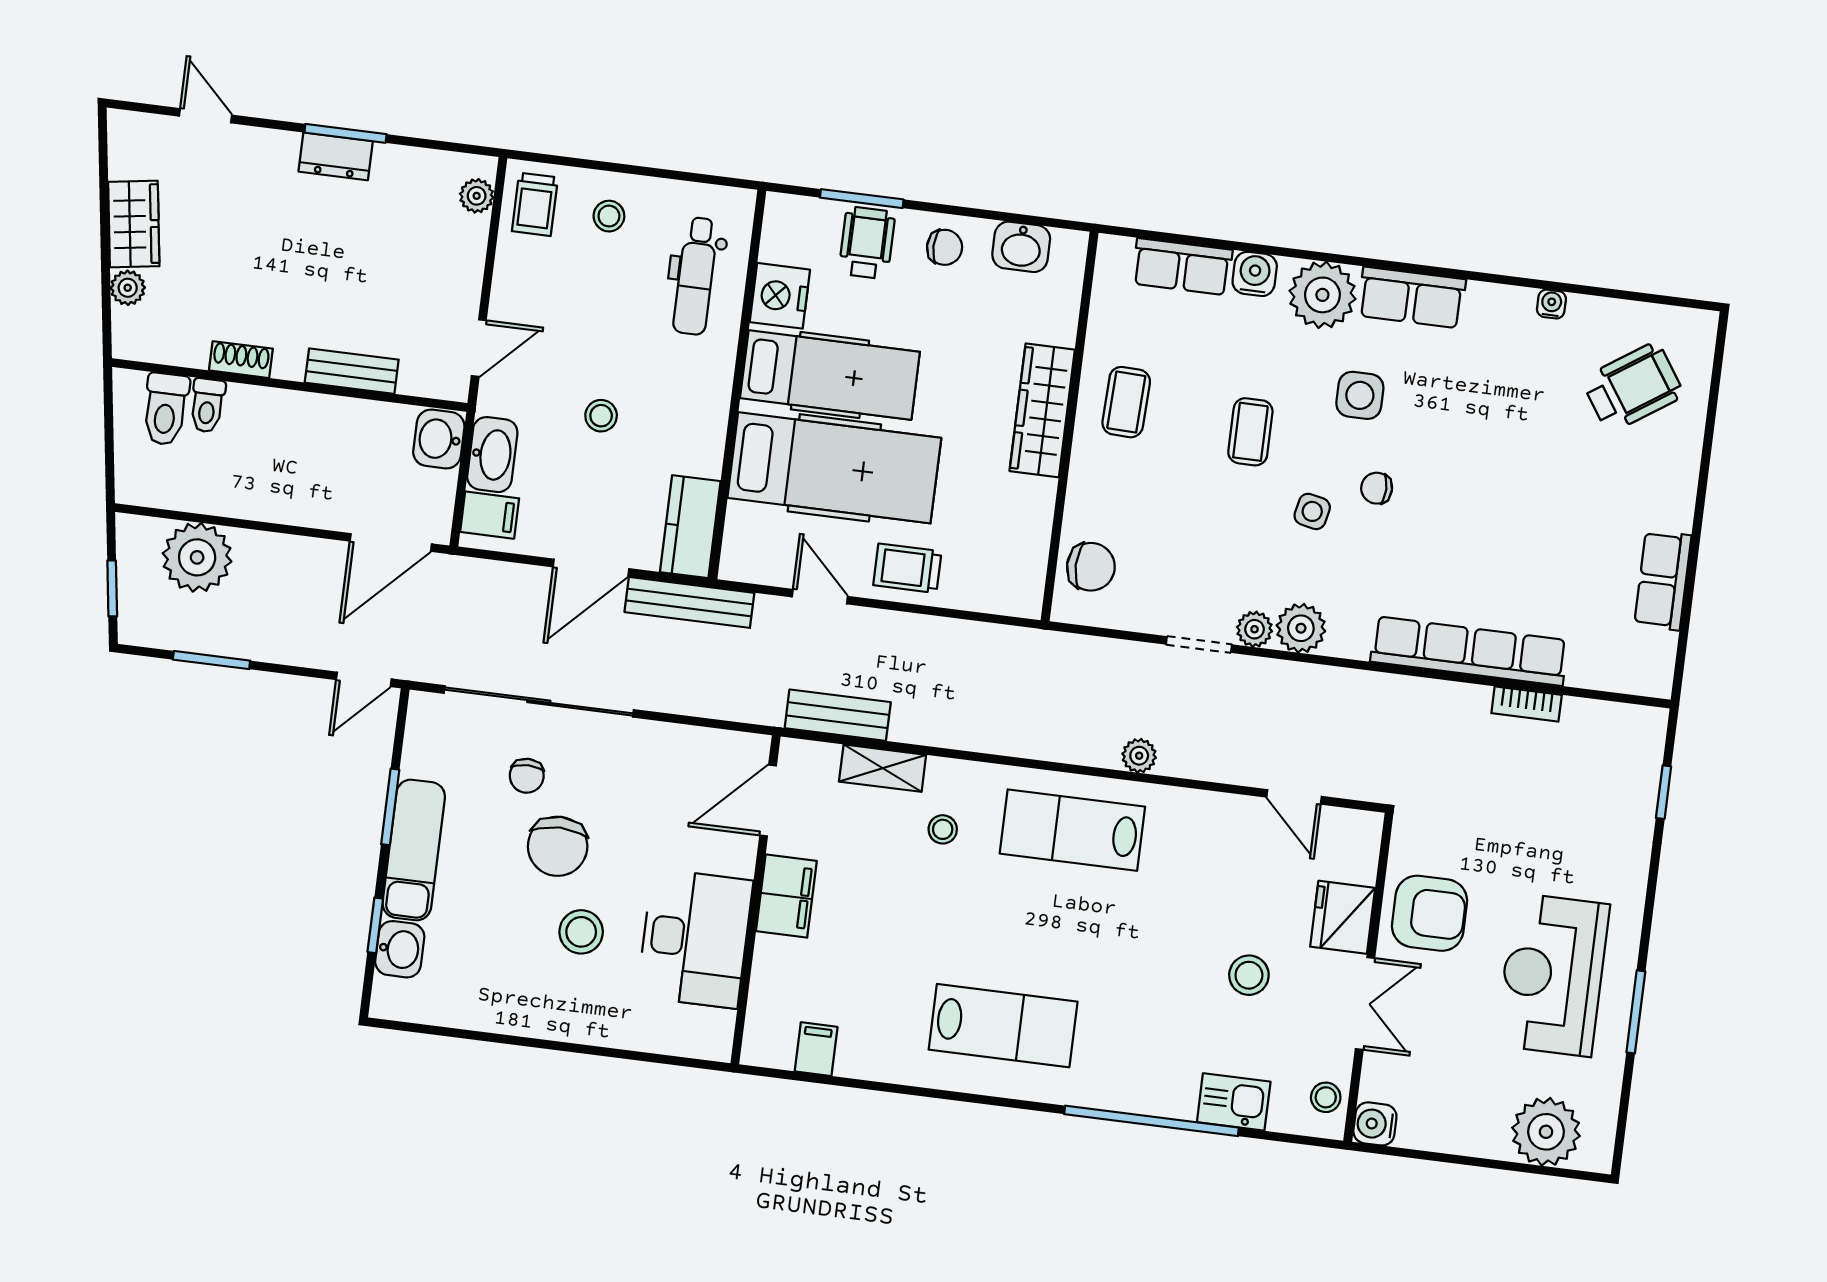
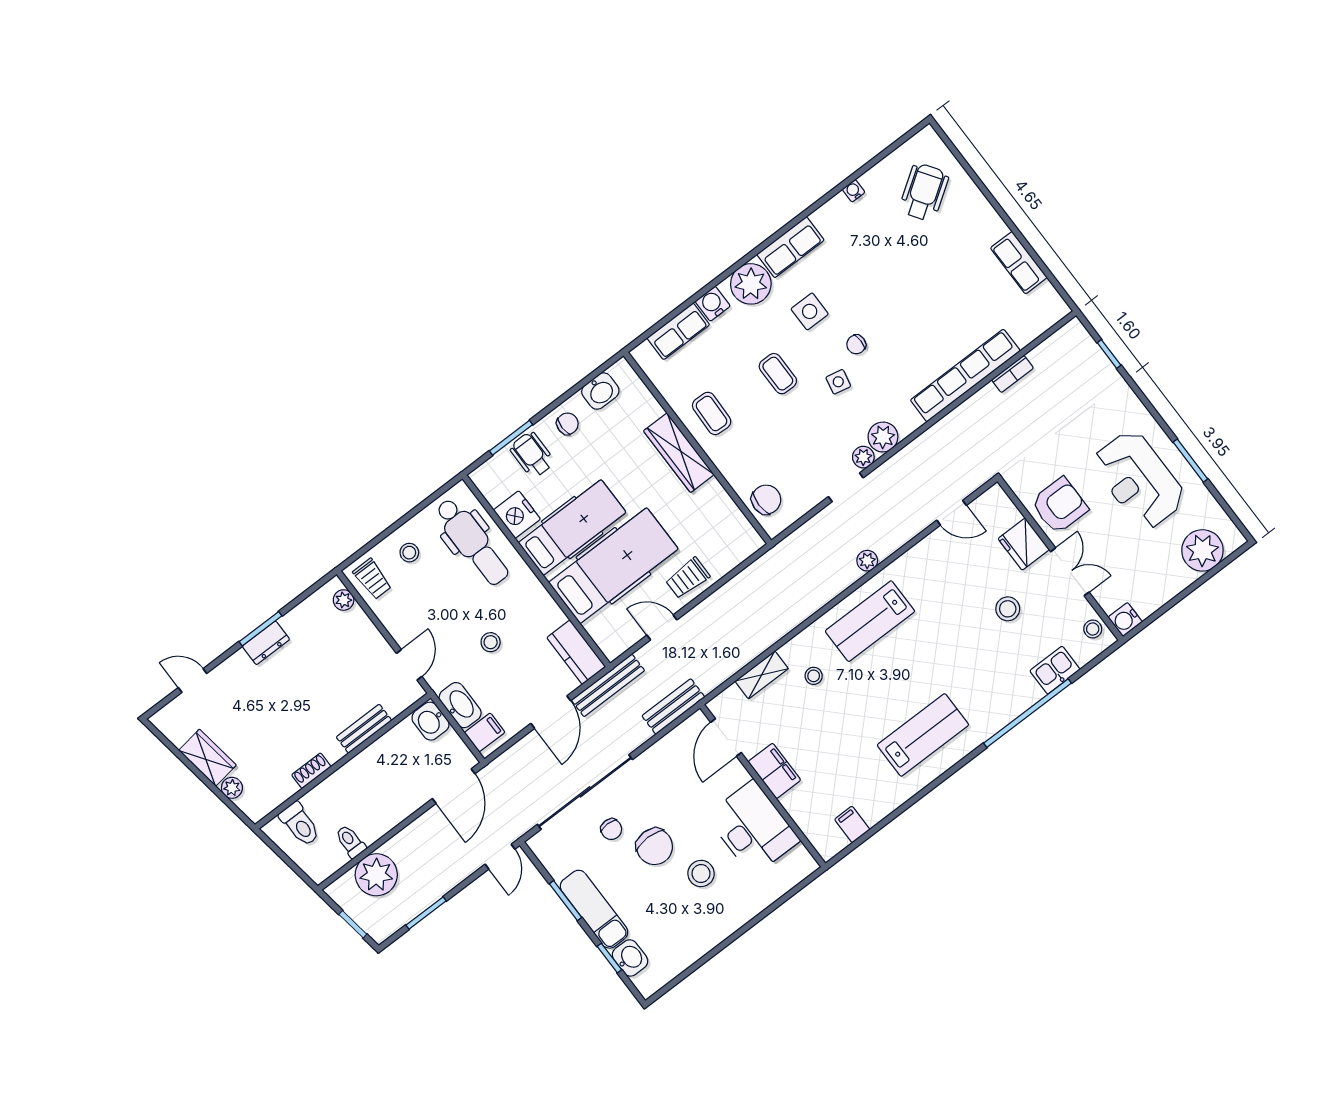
dental chair: (696, 276) -> (472, 542), width x1.36, depth x1.38
toilet: (207, 405) -> (350, 841), moved, turned 180
bench: (838, 715) -> (673, 706), moved

